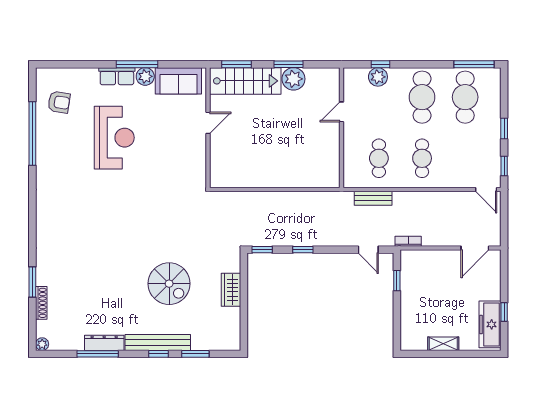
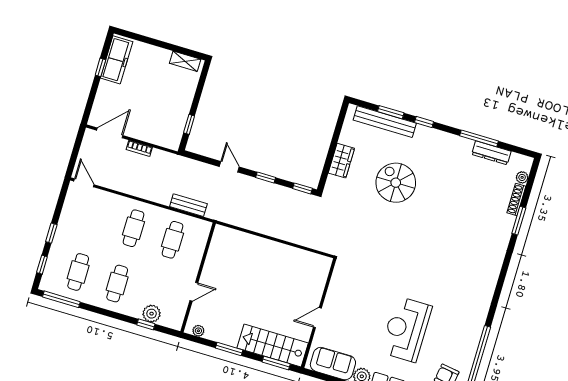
plant: (293, 79) -> (198, 331), moved, width x0.53, depth x0.53
cafe table: (422, 97) -> (117, 284), width x0.73, depth x0.74
cafe table: (465, 97) -> (78, 272), width x0.73, depth x0.74
window: (504, 166) -> (42, 265), moved
bookcase: (408, 241) -> (139, 148), moved
door: (368, 250) -> (229, 167), moved
bench: (158, 342) -> (385, 122), moved
dresser: (104, 343) -> (491, 153), moved
plant: (42, 344) -> (522, 177), moved
shelving: (443, 344) -> (185, 61), moved

